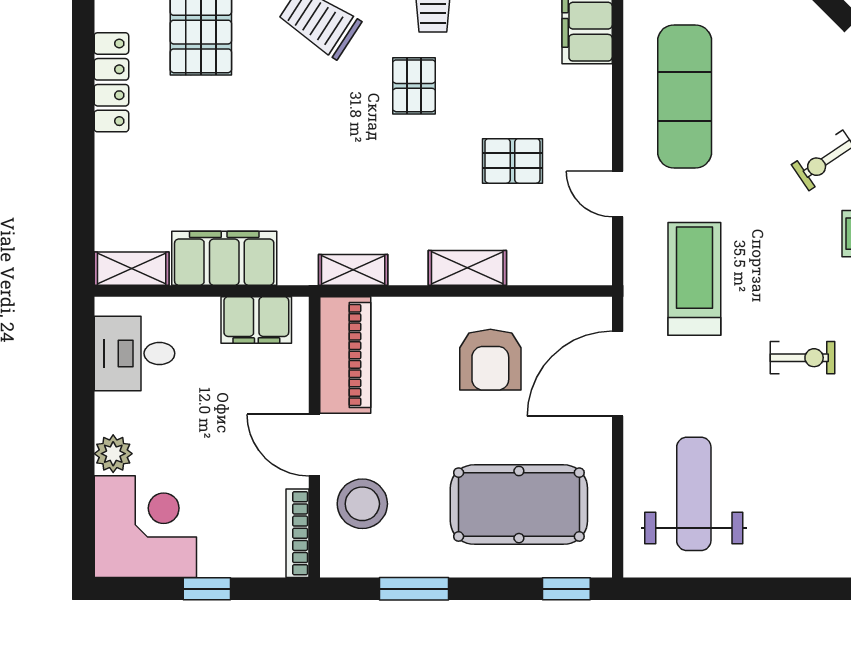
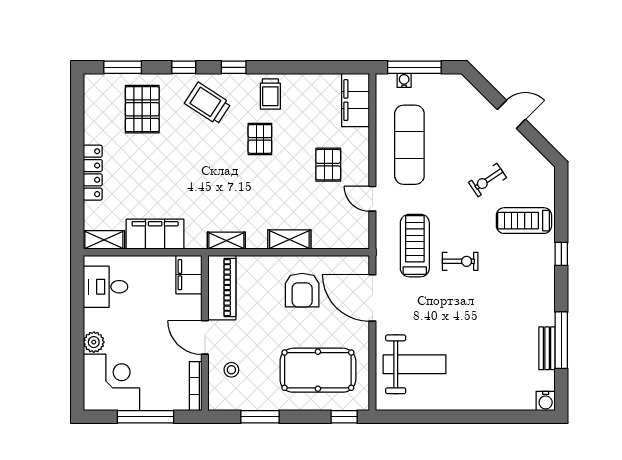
locker: (111, 82) -> (93, 173), moved
pallet: (512, 161) -> (328, 165), moved, turned 90
filing cabinet: (256, 320) -> (189, 275), moved, turned 90
exercise bike: (802, 358) -> (460, 261), moved
door: (618, 374) -> (372, 298), hinge flipped
weight bench: (694, 494) -> (415, 364), turned 90
stool: (362, 504) -> (231, 370), width x0.53, depth x0.53
window: (207, 589) -> (146, 417), width x2.17

